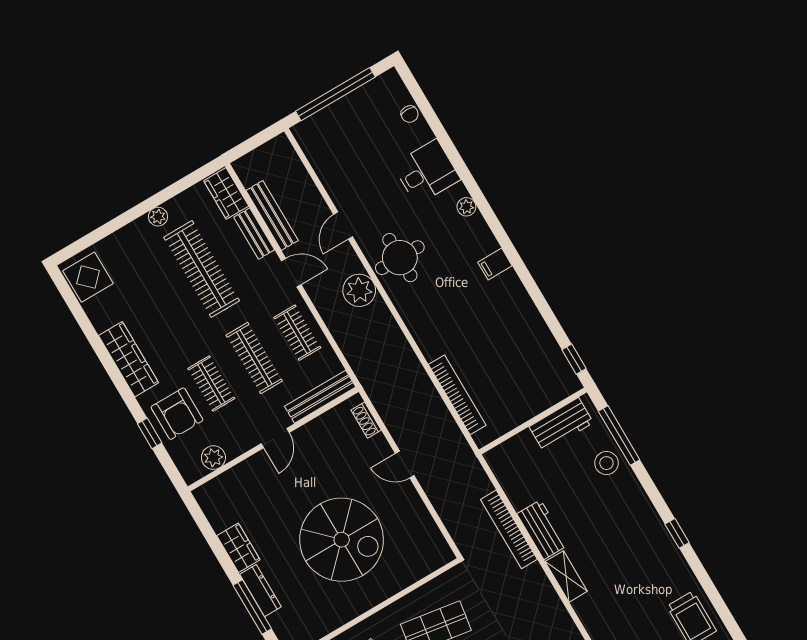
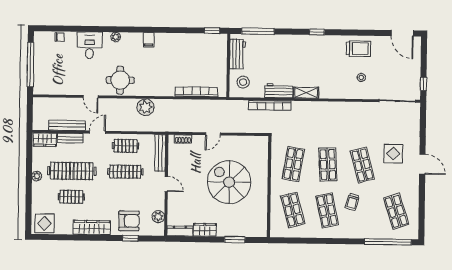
plant: (359, 290) -> (146, 107), moved
clothes rail: (211, 384) -> (71, 197), moved
stool: (606, 463) -> (243, 82), moved
spiral stairs: (342, 540) -> (229, 182), turned -90
dresser: (260, 591) -> (180, 231), moved
window: (252, 607) -> (235, 240), width x0.69

